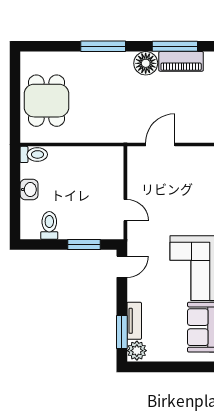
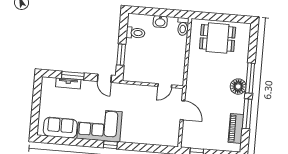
window: (175, 46) -> (247, 114), moved
floor lamp: (146, 63) -> (238, 87), moved
door: (125, 210) -> (165, 86), moved
window: (122, 332) -> (73, 76), moved
plant: (137, 351) -> (49, 83), removed

